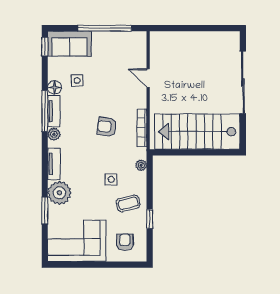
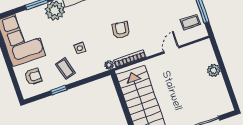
plant: (187, 39) -> (214, 70), added
coffee table: (125, 46) -> (190, 22), added
plant: (141, 165) -> (109, 65), moved

